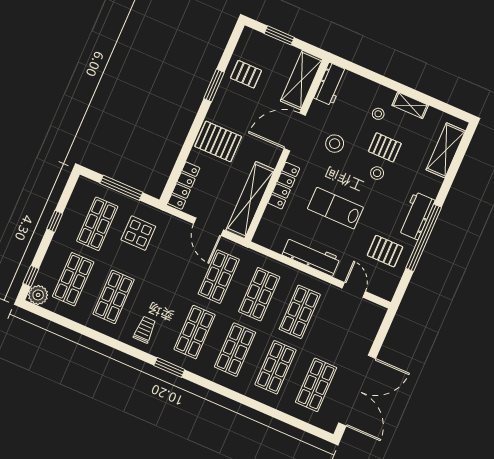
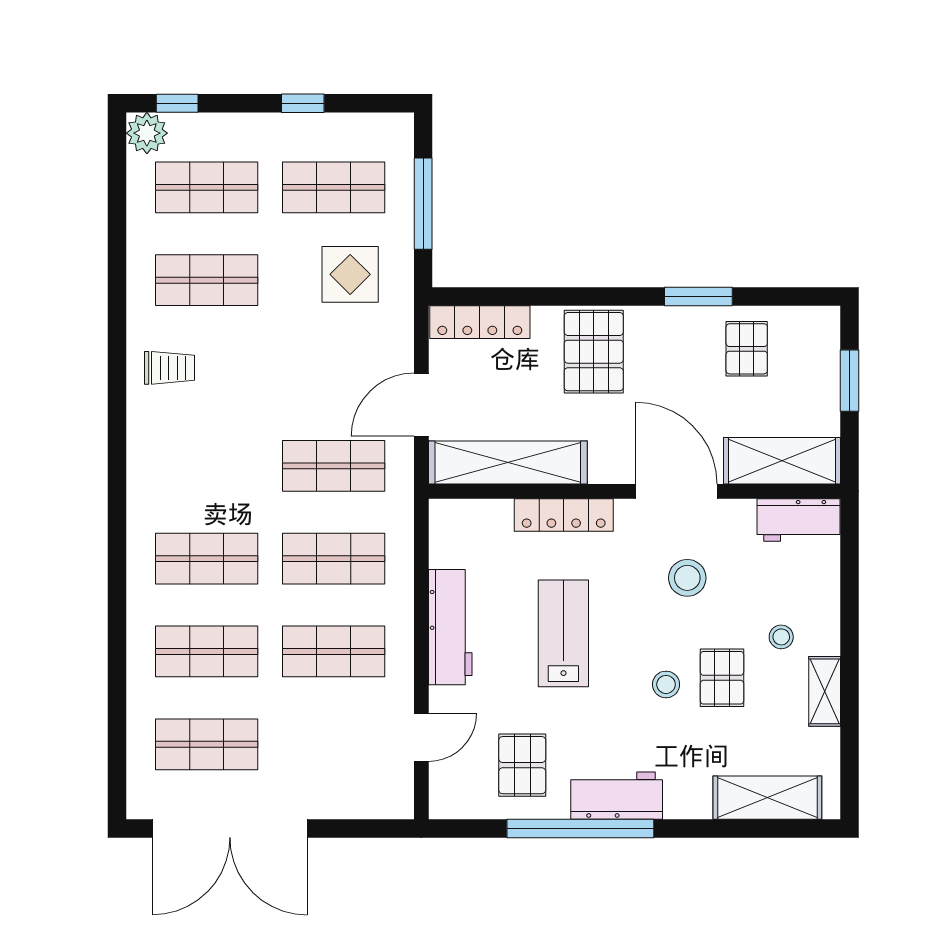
shop shelf: (195, 332) -> (207, 466), removed
window: (169, 367) -> (117, 447), removed

